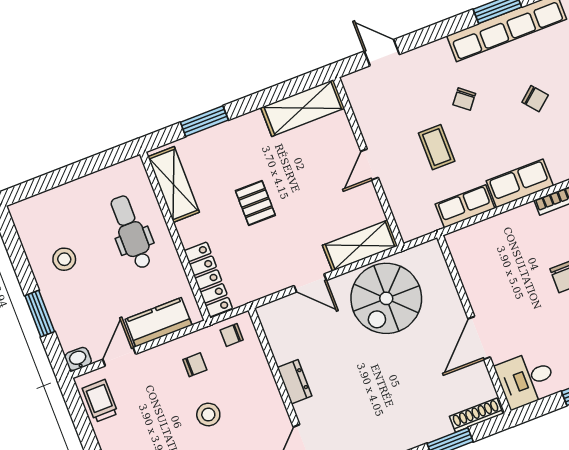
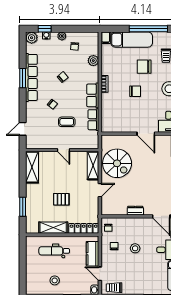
shelving: (174, 185) -> (53, 228), moved

